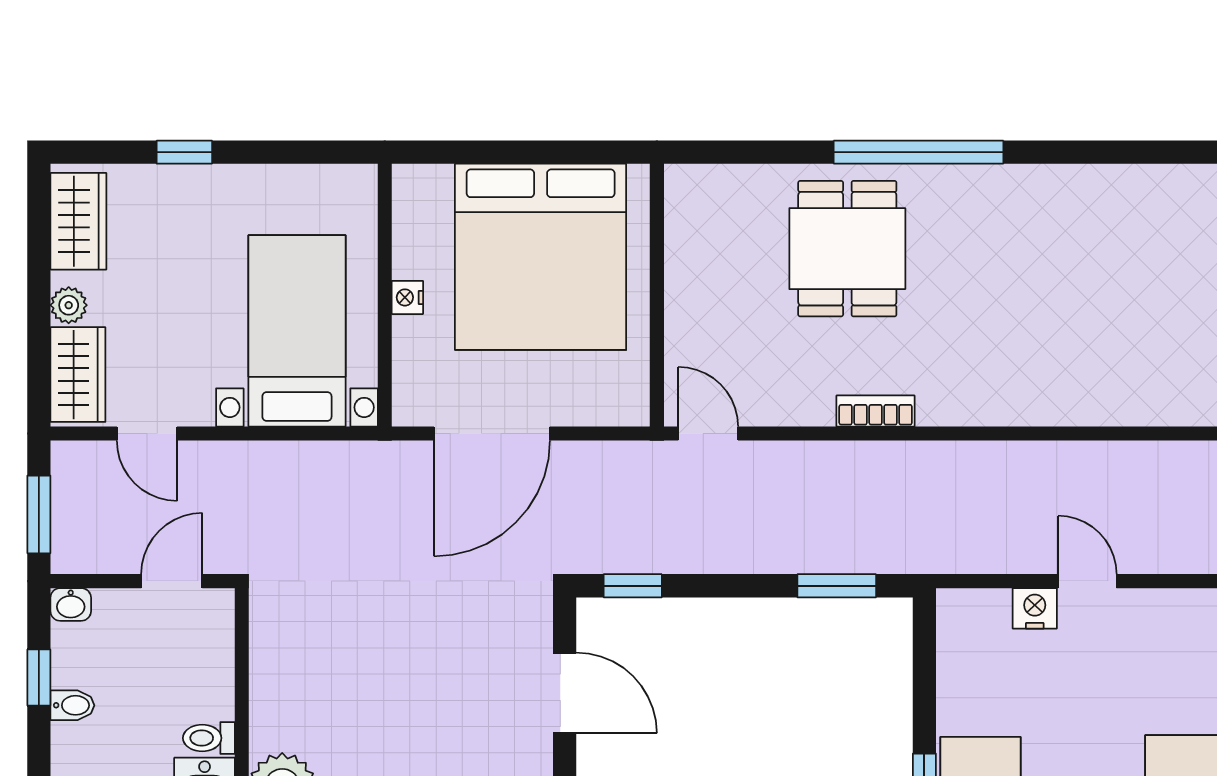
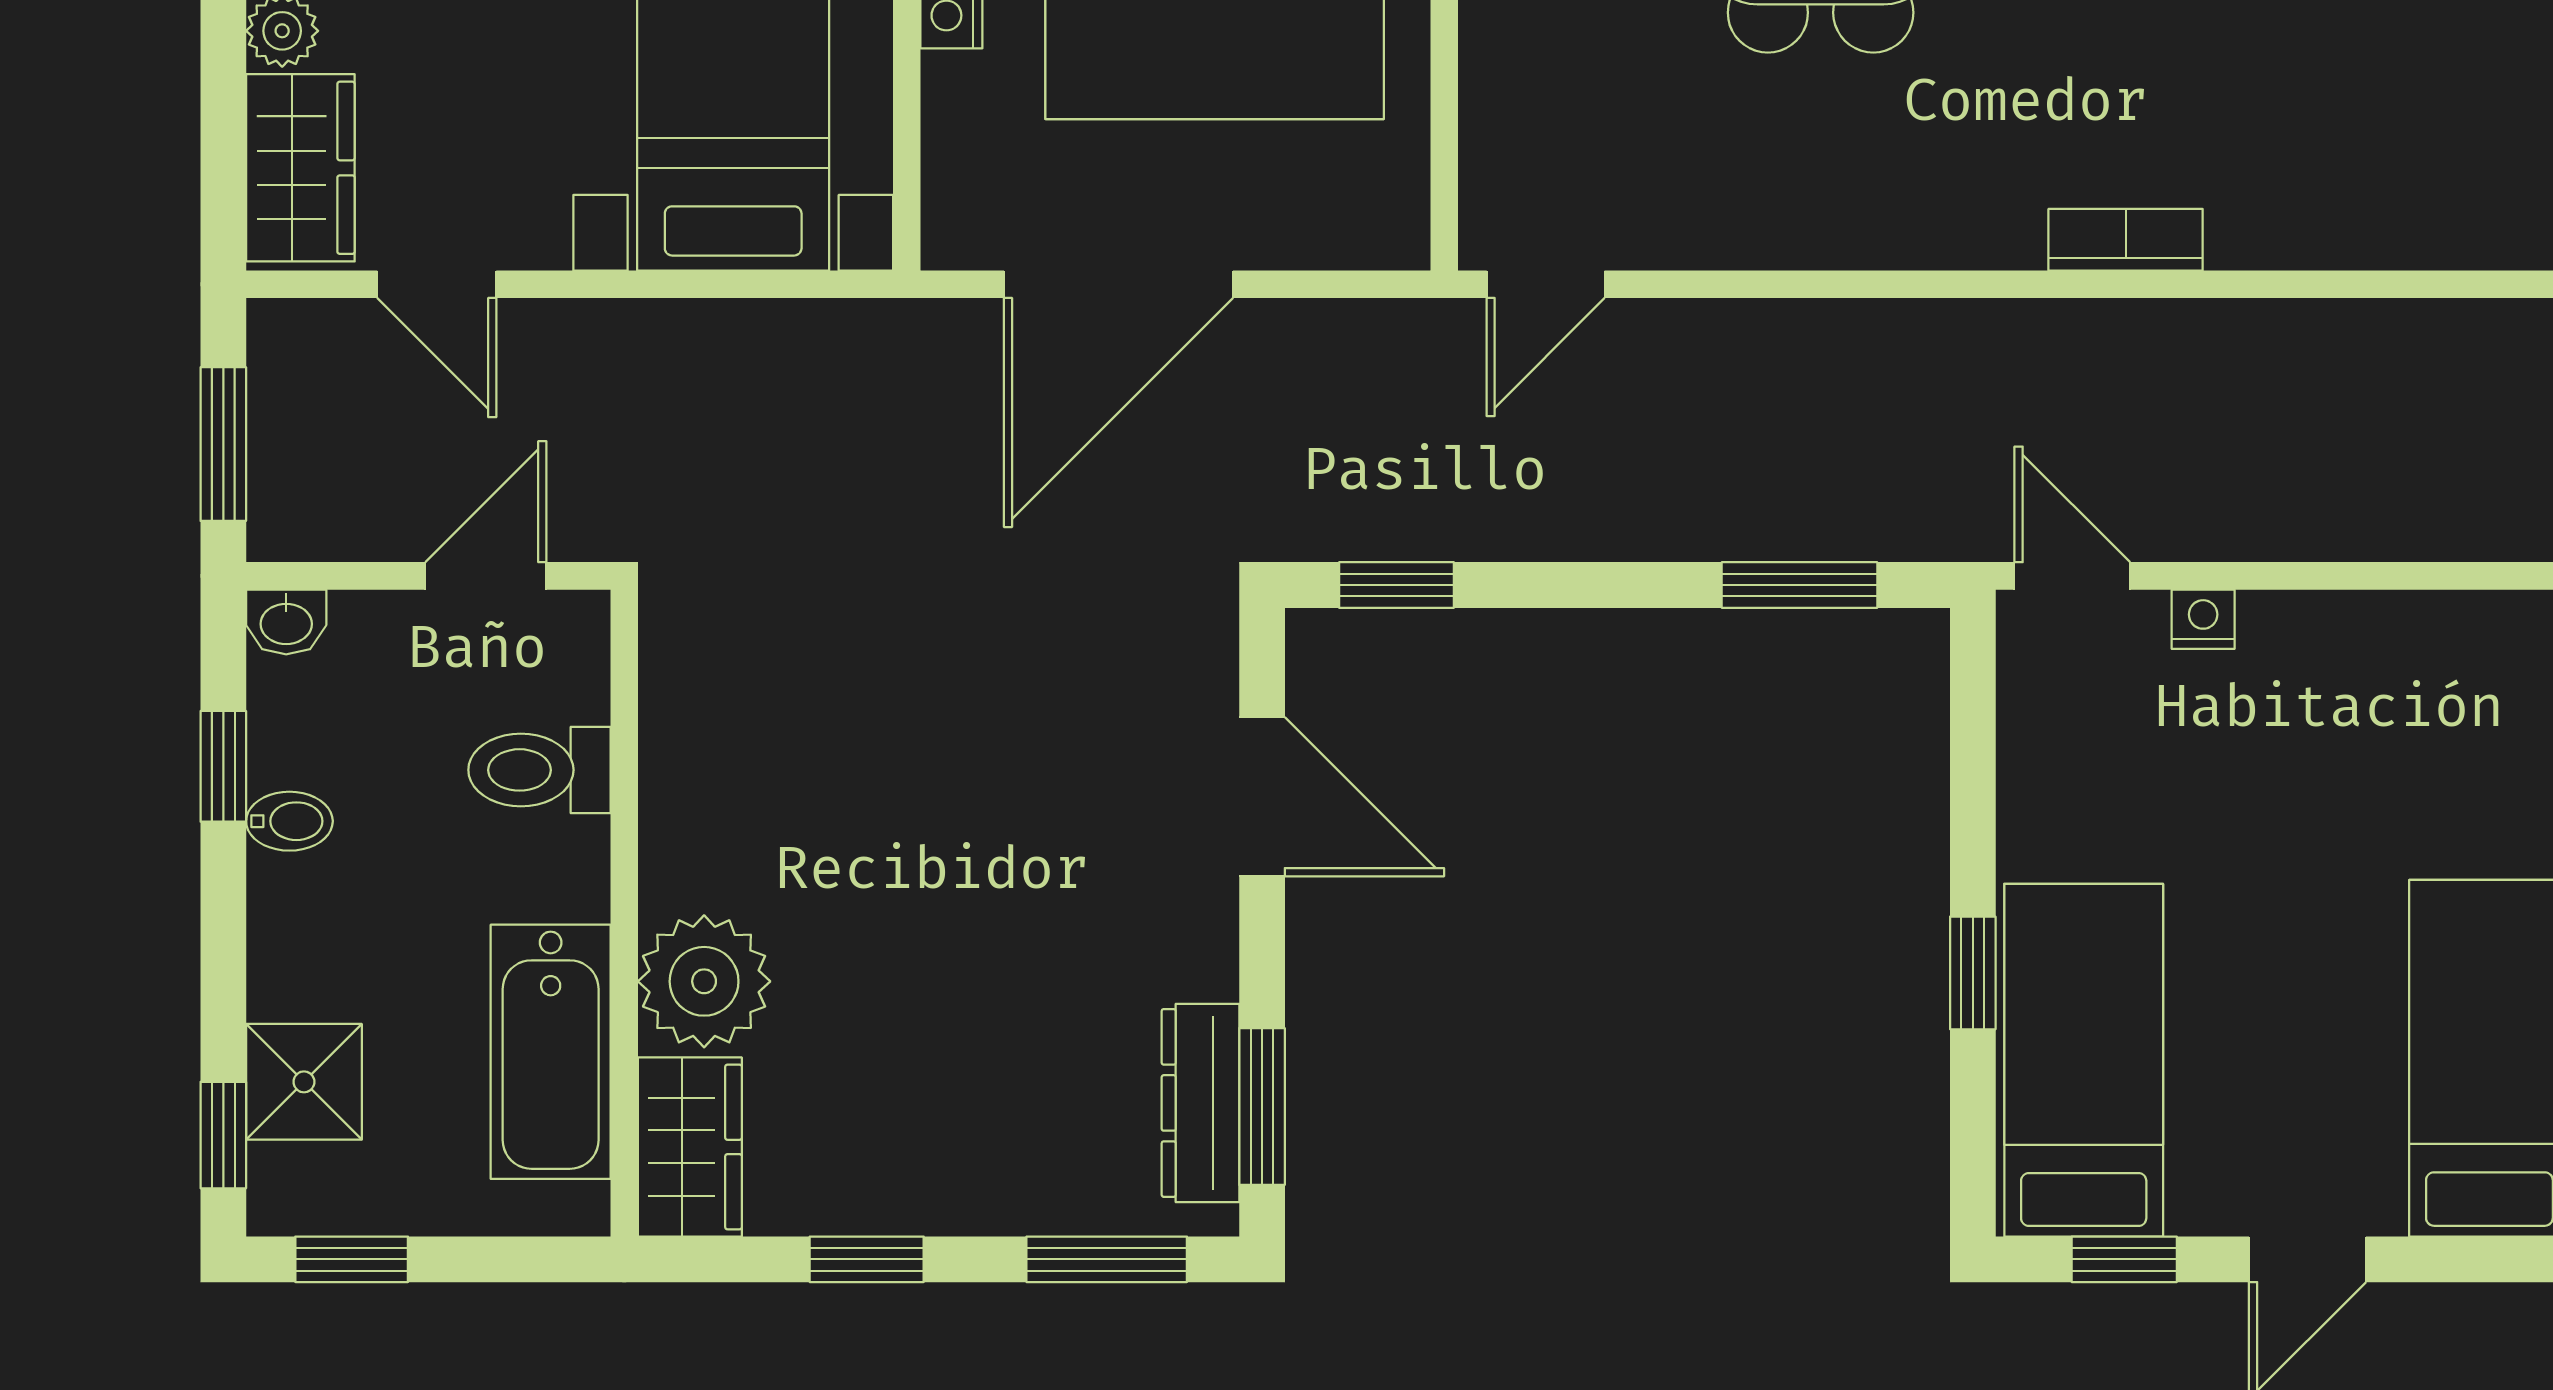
bookcase: (876, 411) -> (2126, 240), moved
door: (708, 434) -> (1546, 284), swing flipped
door: (1087, 581) -> (2072, 576), moved
nightstand: (1035, 608) -> (2203, 619), width x0.72, depth x0.74
toilet: (209, 738) -> (539, 770), moved, width x1.37, depth x1.39

